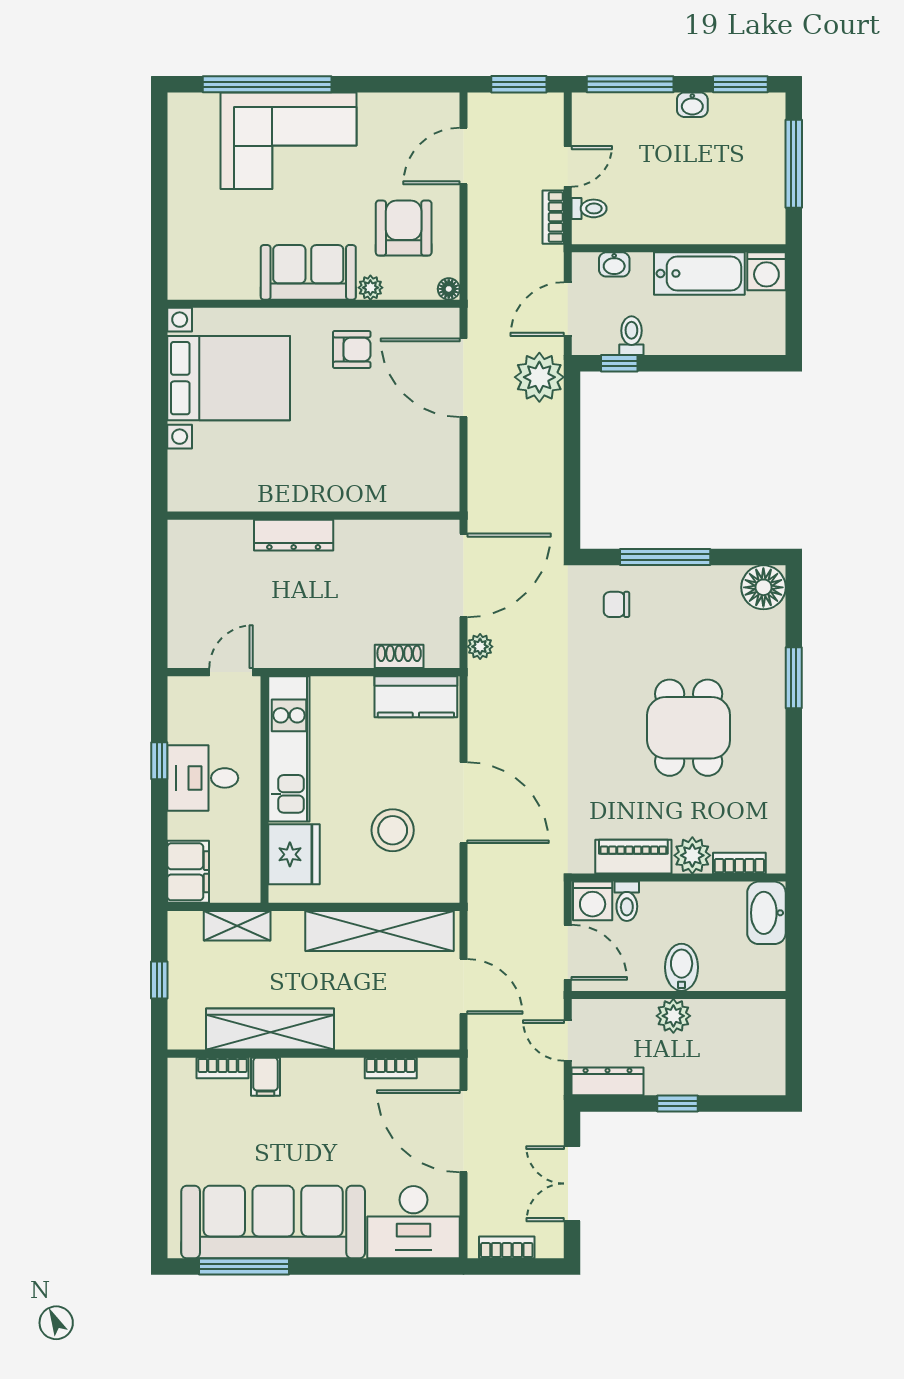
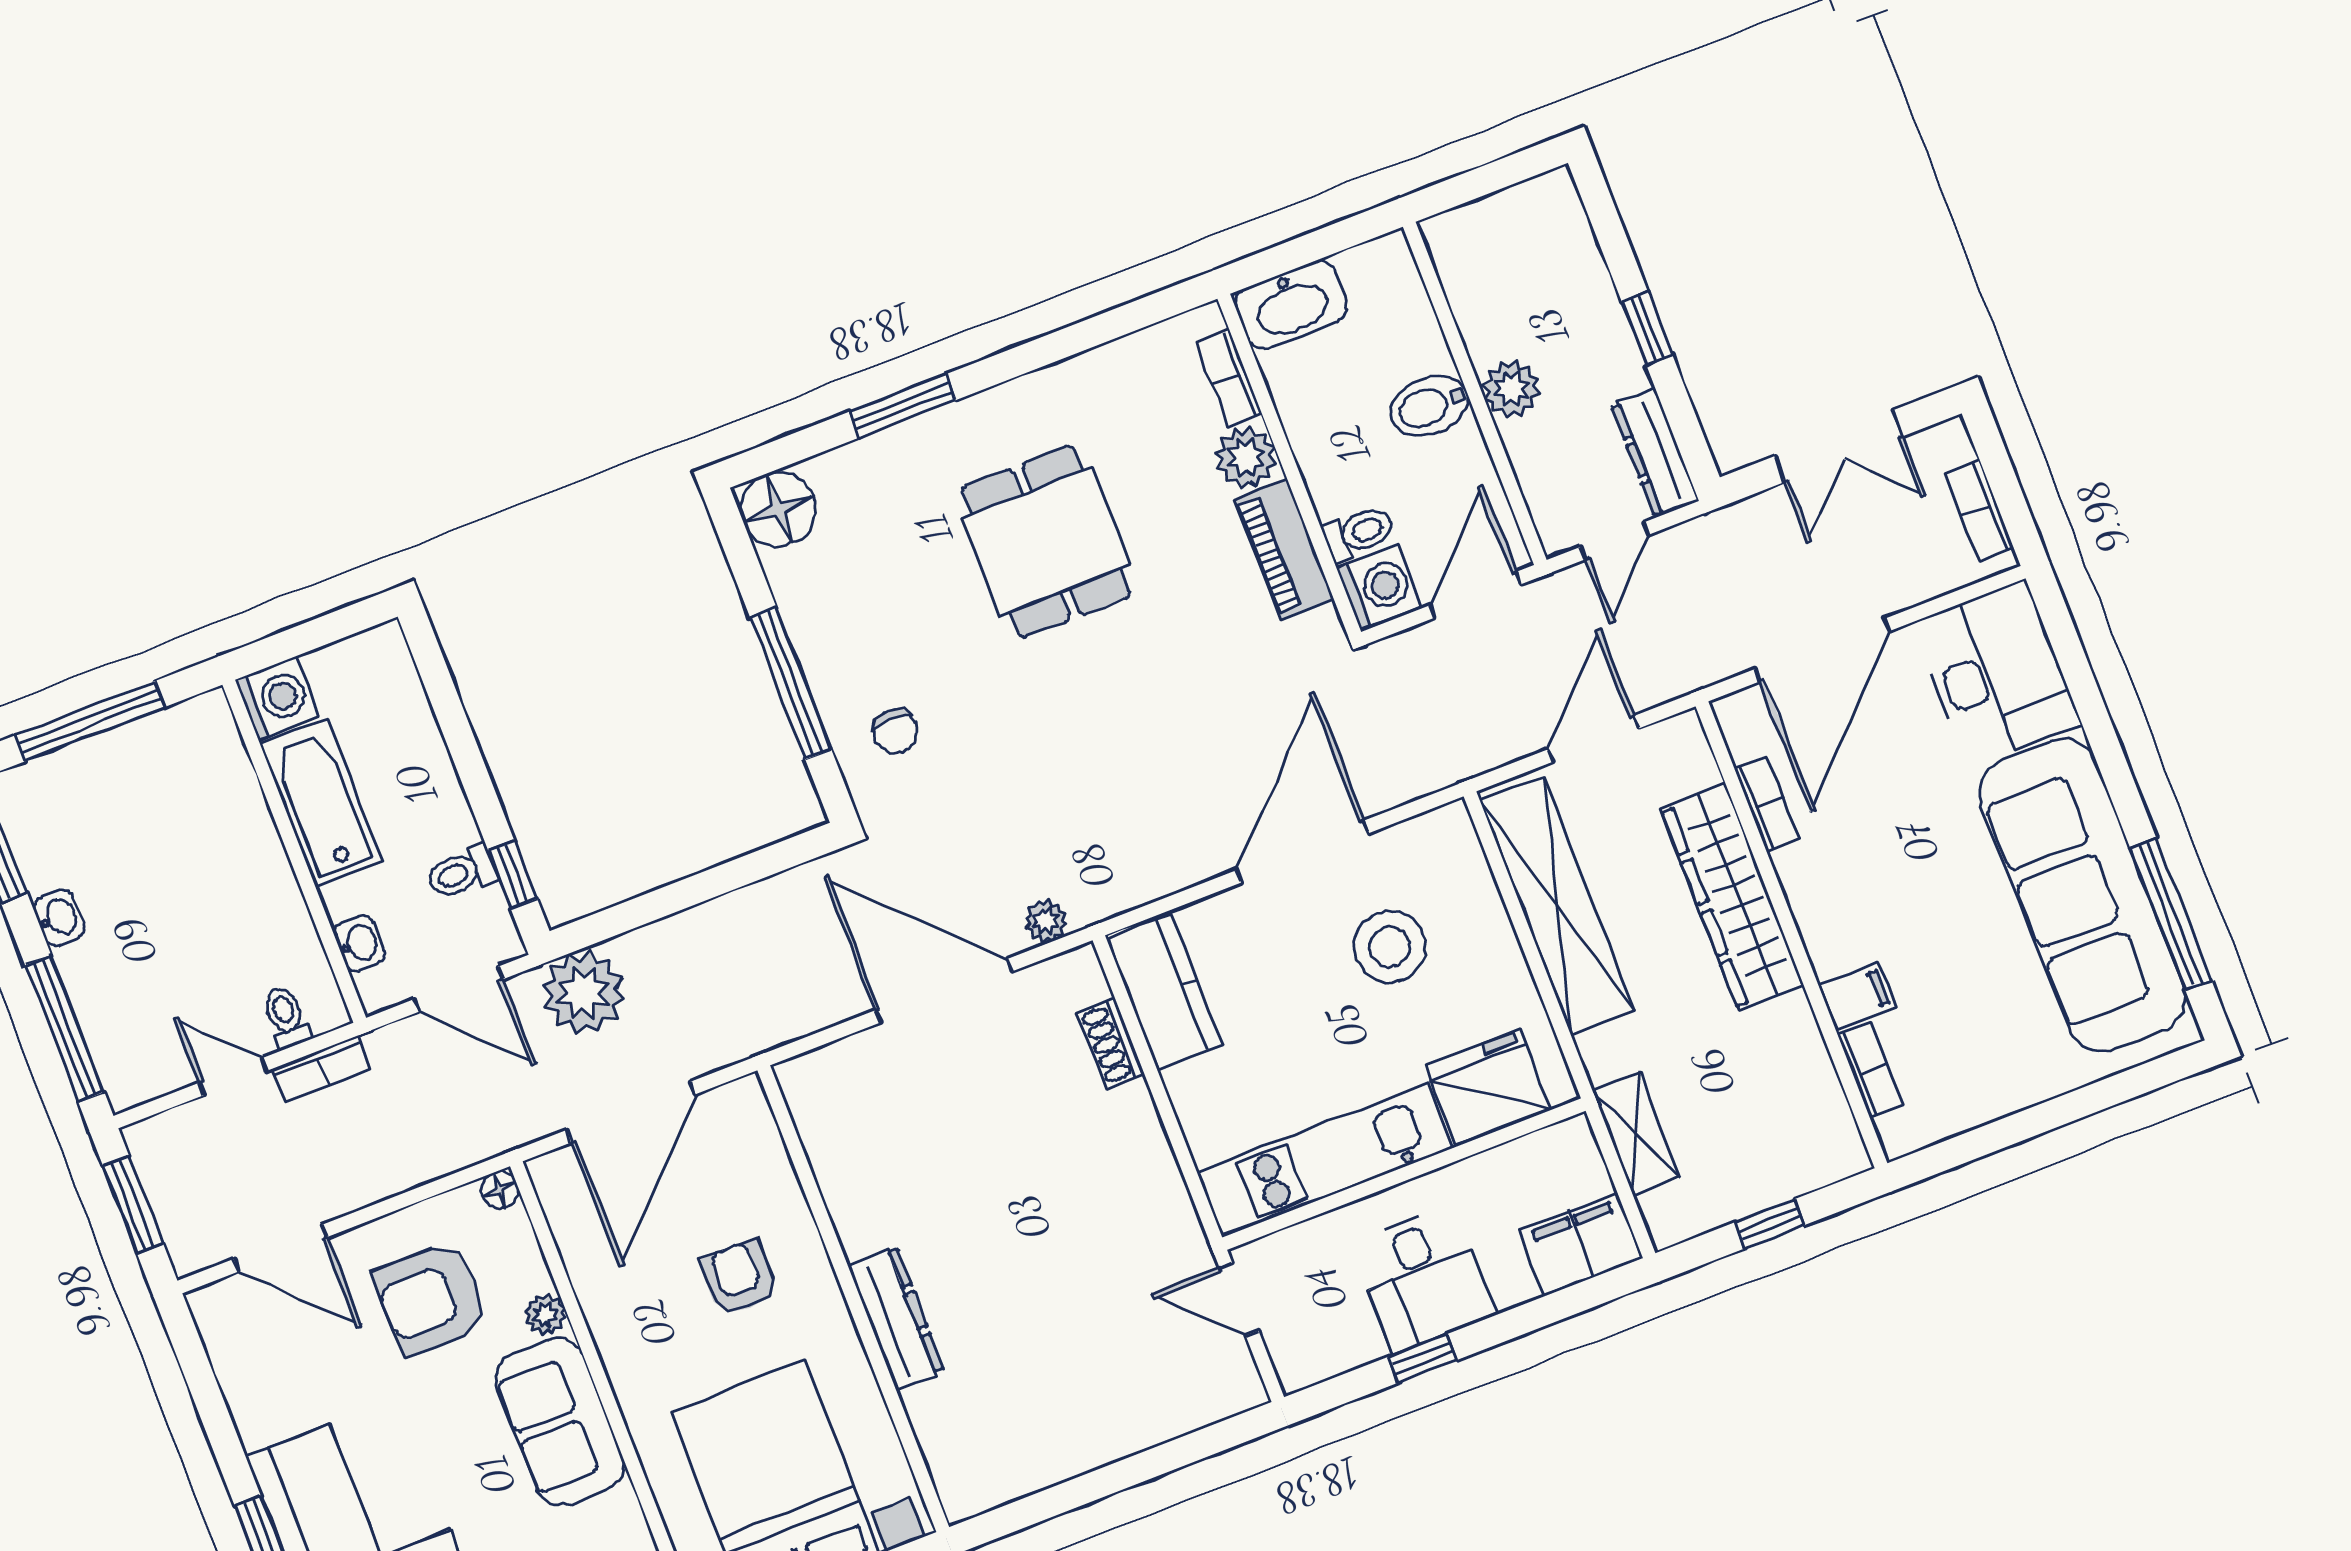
armchair: (352, 350) -> (739, 1278), moved
wall: (313, 516) -> (853, 1299), moved
dresser: (294, 535) -> (896, 1318), moved
dining table: (689, 728) -> (1046, 542), turned 90
wardrobe: (270, 1029) -> (1732, 897), moved

